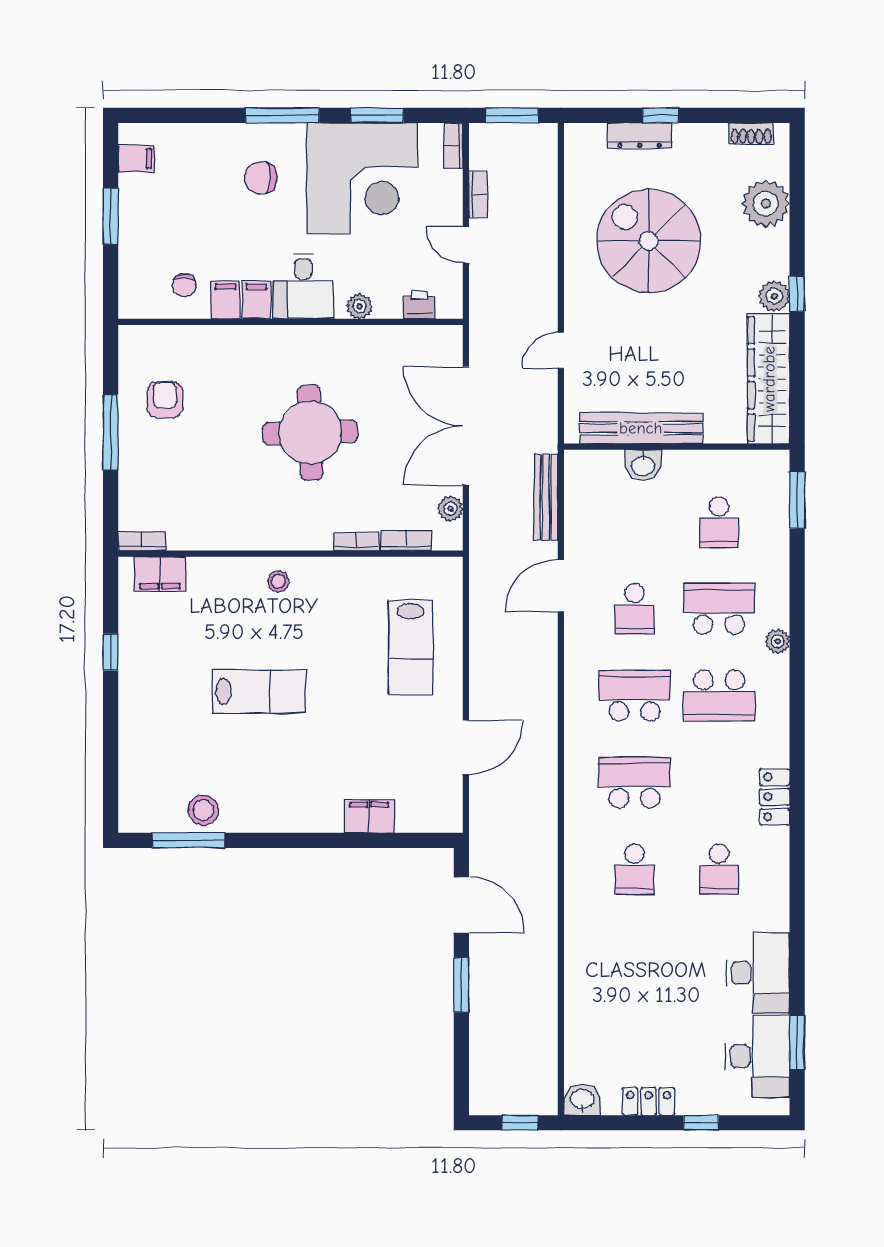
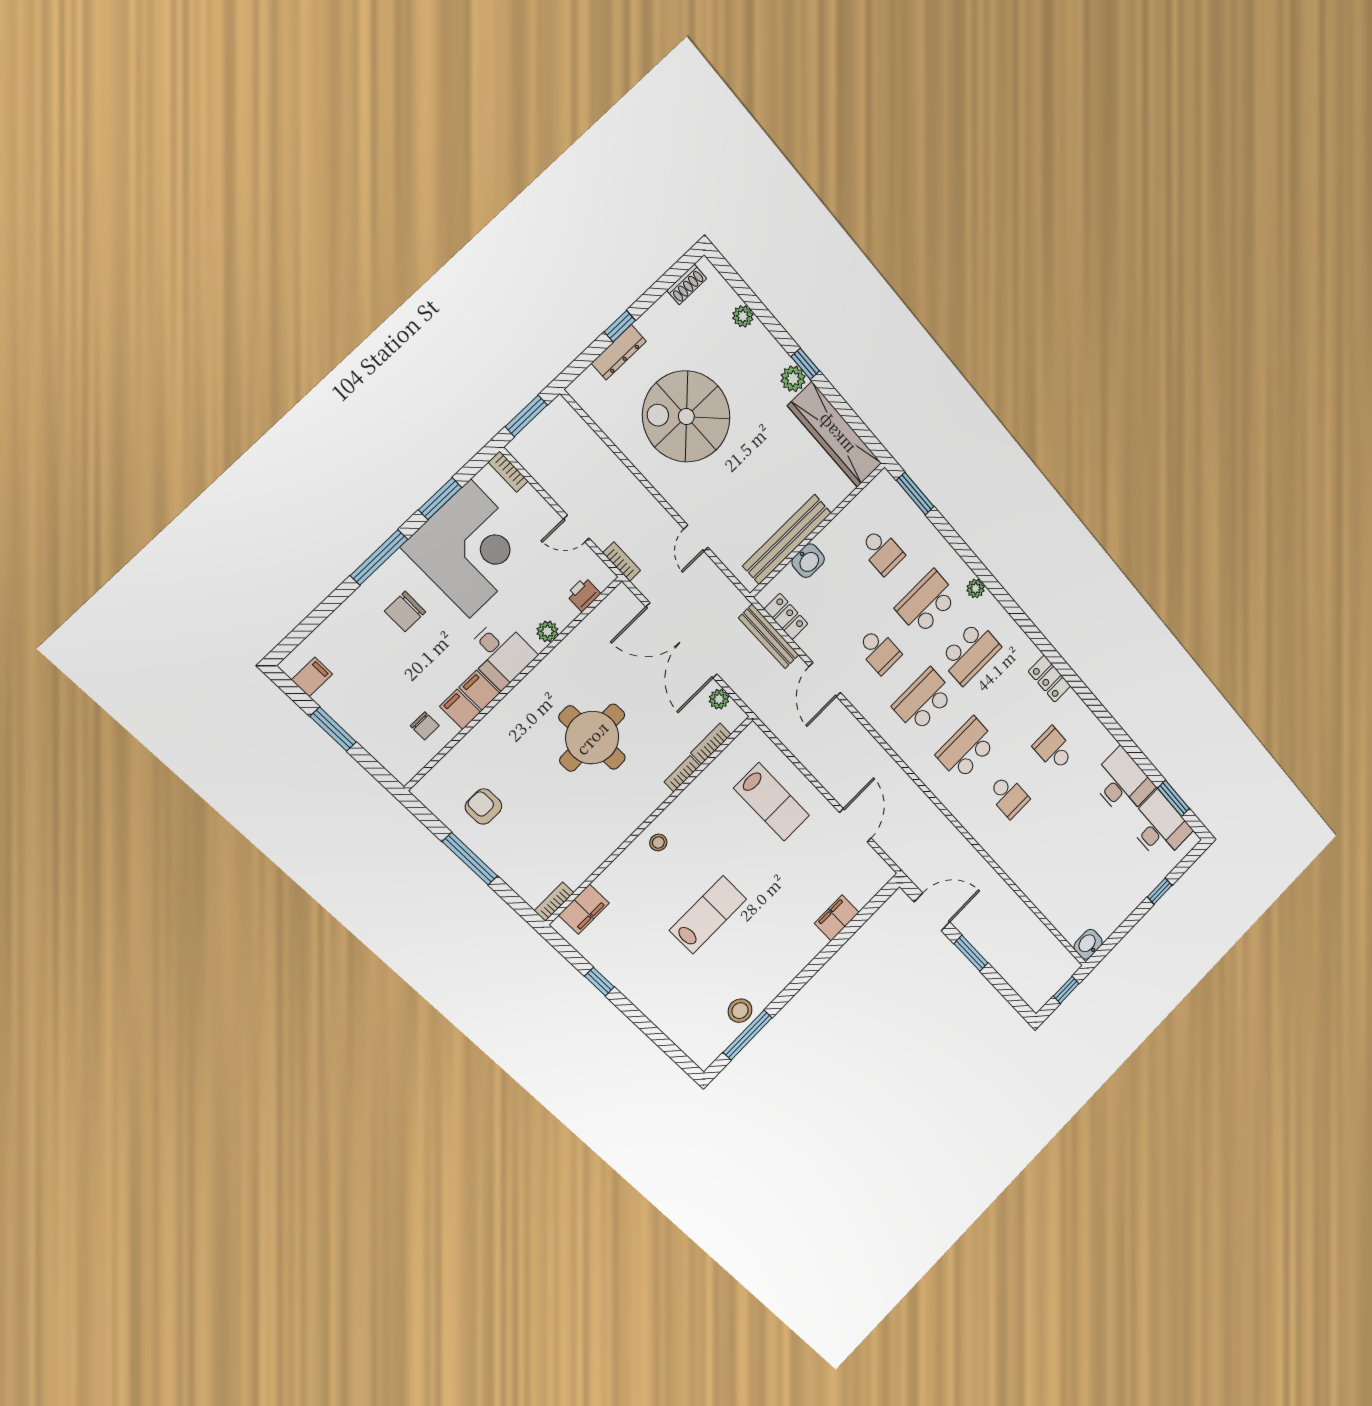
bookcase: (478, 194) -> (622, 562), moved
plant: (766, 204) -> (743, 316), width x0.53, depth x0.53
school desk: (719, 869) -> (1054, 749), turned 180
locker: (649, 1101) -> (786, 616), moved, turned 90

